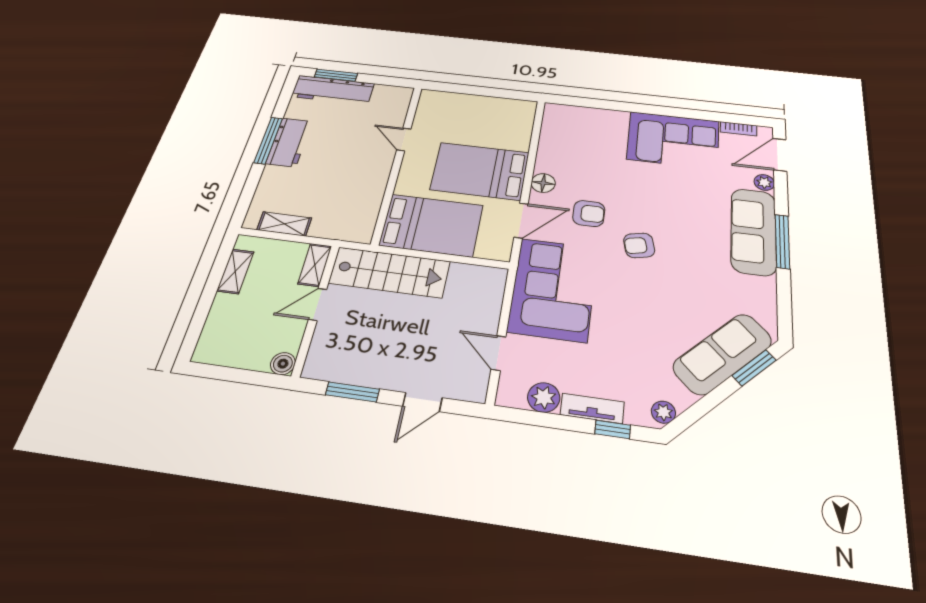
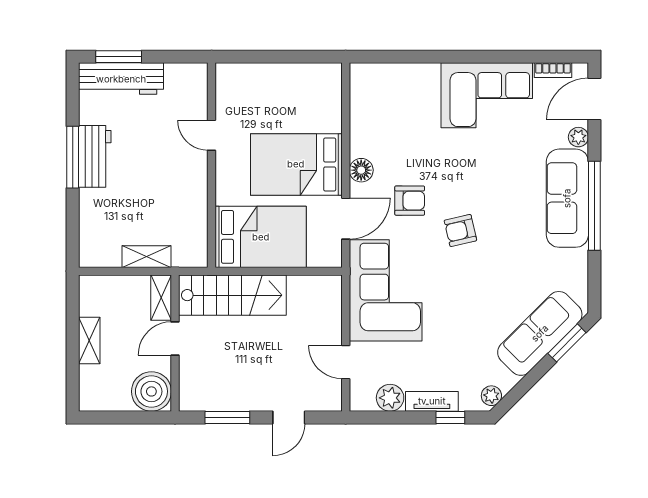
shelving: (284, 224) -> (147, 257), moved
window: (782, 241) -> (594, 206), width x1.46
shelving: (235, 271) -> (89, 340), moved
boiler: (283, 364) -> (151, 391), width x1.86, depth x1.86

